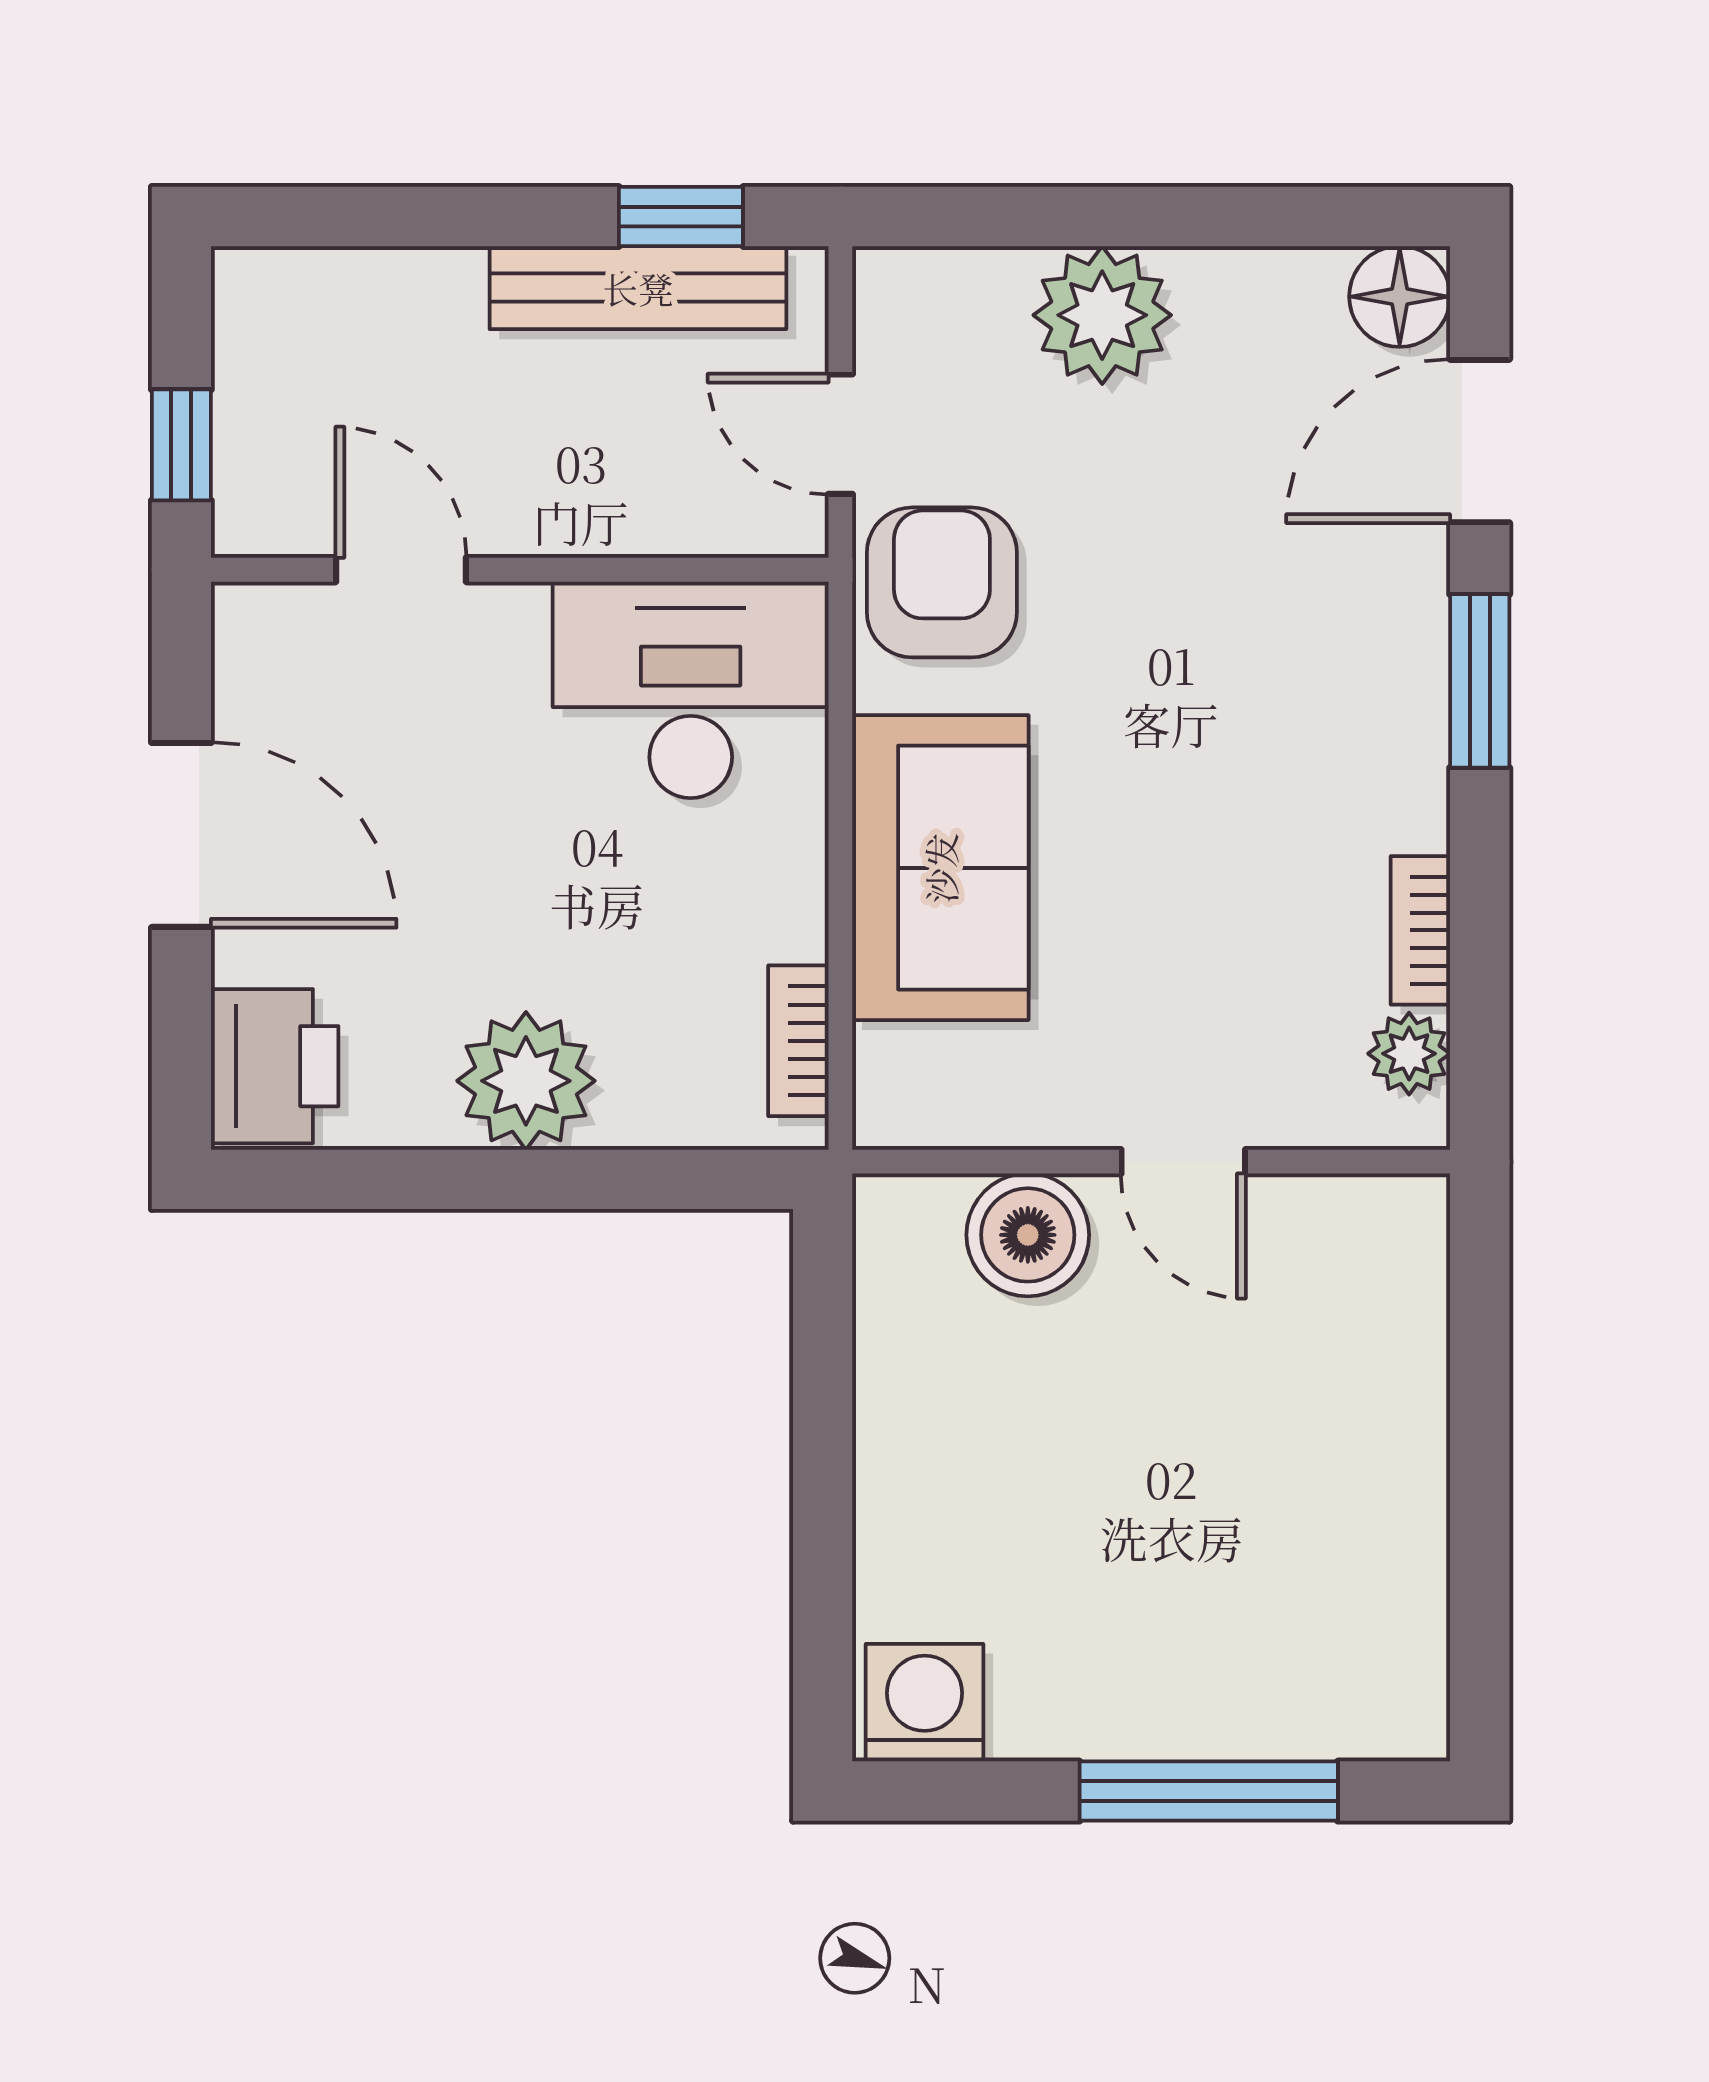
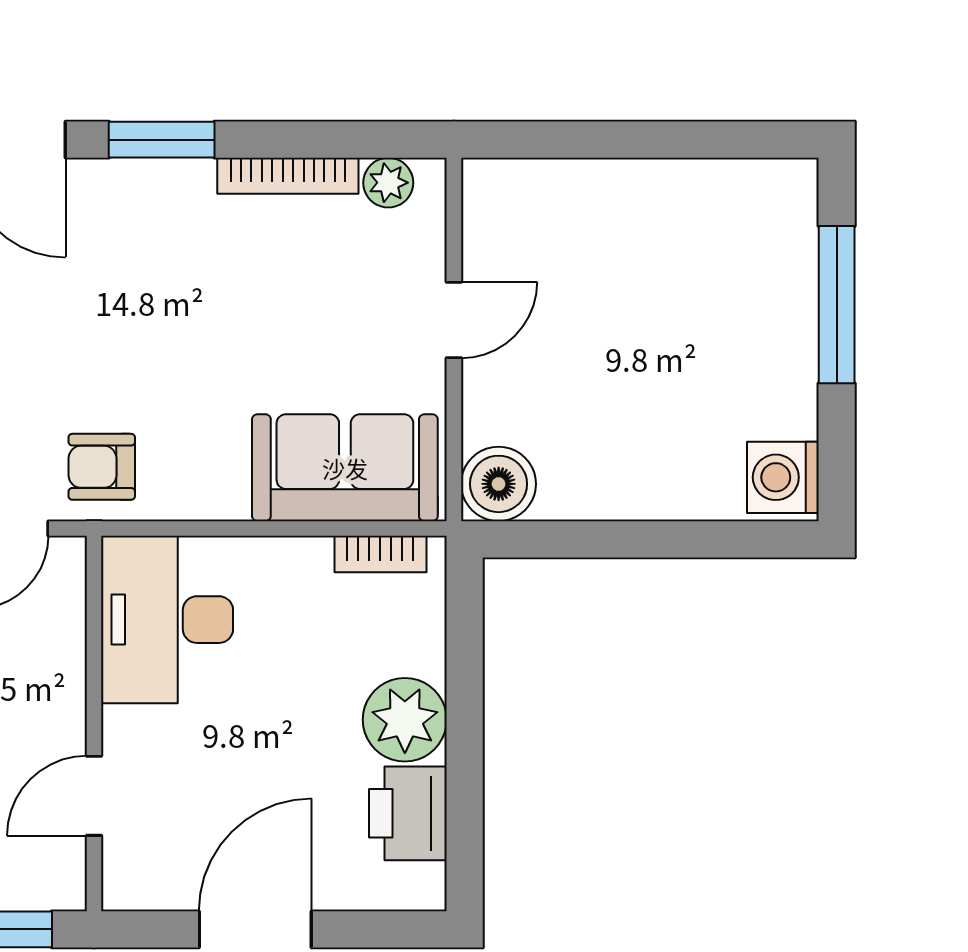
armchair: (942, 582) -> (102, 467), width x0.72, depth x0.72
sofa: (940, 868) -> (345, 468), moved
bookcase: (1420, 930) -> (288, 176), width x1.56
printer: (275, 1066) -> (408, 813), moved, turned -90
boiler: (1028, 1235) -> (499, 484), moved

